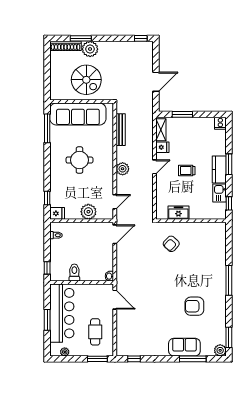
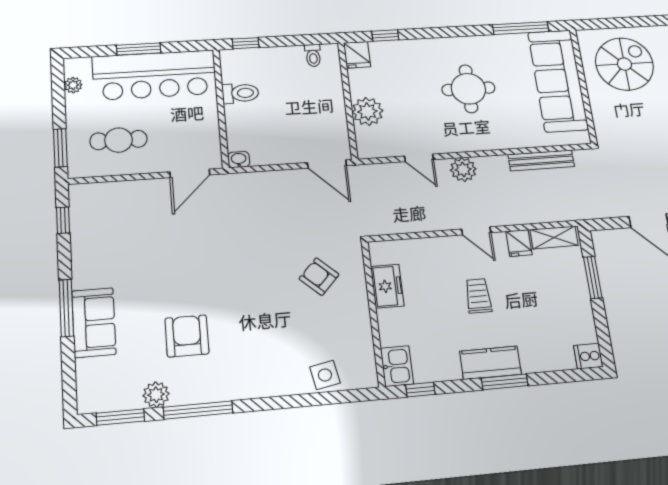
spiral stairs: (86, 80) -> (624, 64), moved, turned 180
kitchen sink: (219, 193) -> (397, 366), moved, turned 90
door: (115, 202) -> (419, 158), moved
side table: (218, 246) -> (325, 375), added
window: (229, 280) -> (198, 410), moved
plant: (220, 350) -> (156, 395), moved
window: (193, 359) -> (66, 308), moved

